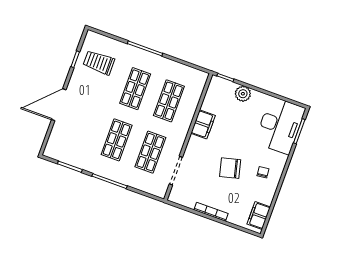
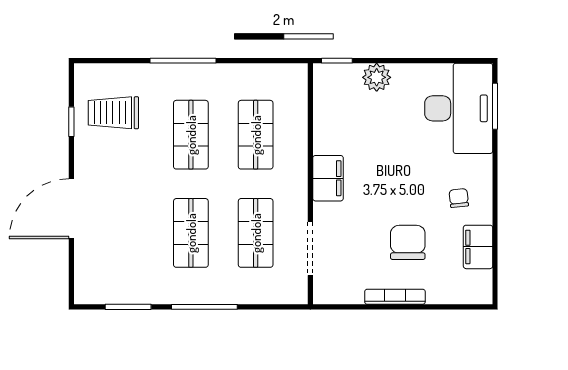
filing cabinet: (203, 124) -> (328, 178), moved
chair: (230, 168) -> (408, 242), moved, turned 104
filing cabinet: (259, 215) -> (478, 247), moved

